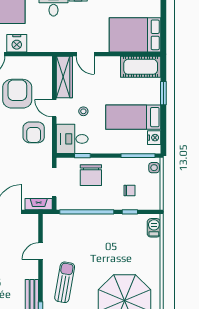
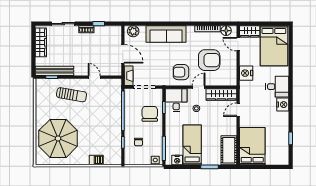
nightstand: (17, 43) -> (246, 73), moved
chair: (91, 175) -> (150, 114), turned 90
barbecue: (154, 228) -> (96, 160), moved

